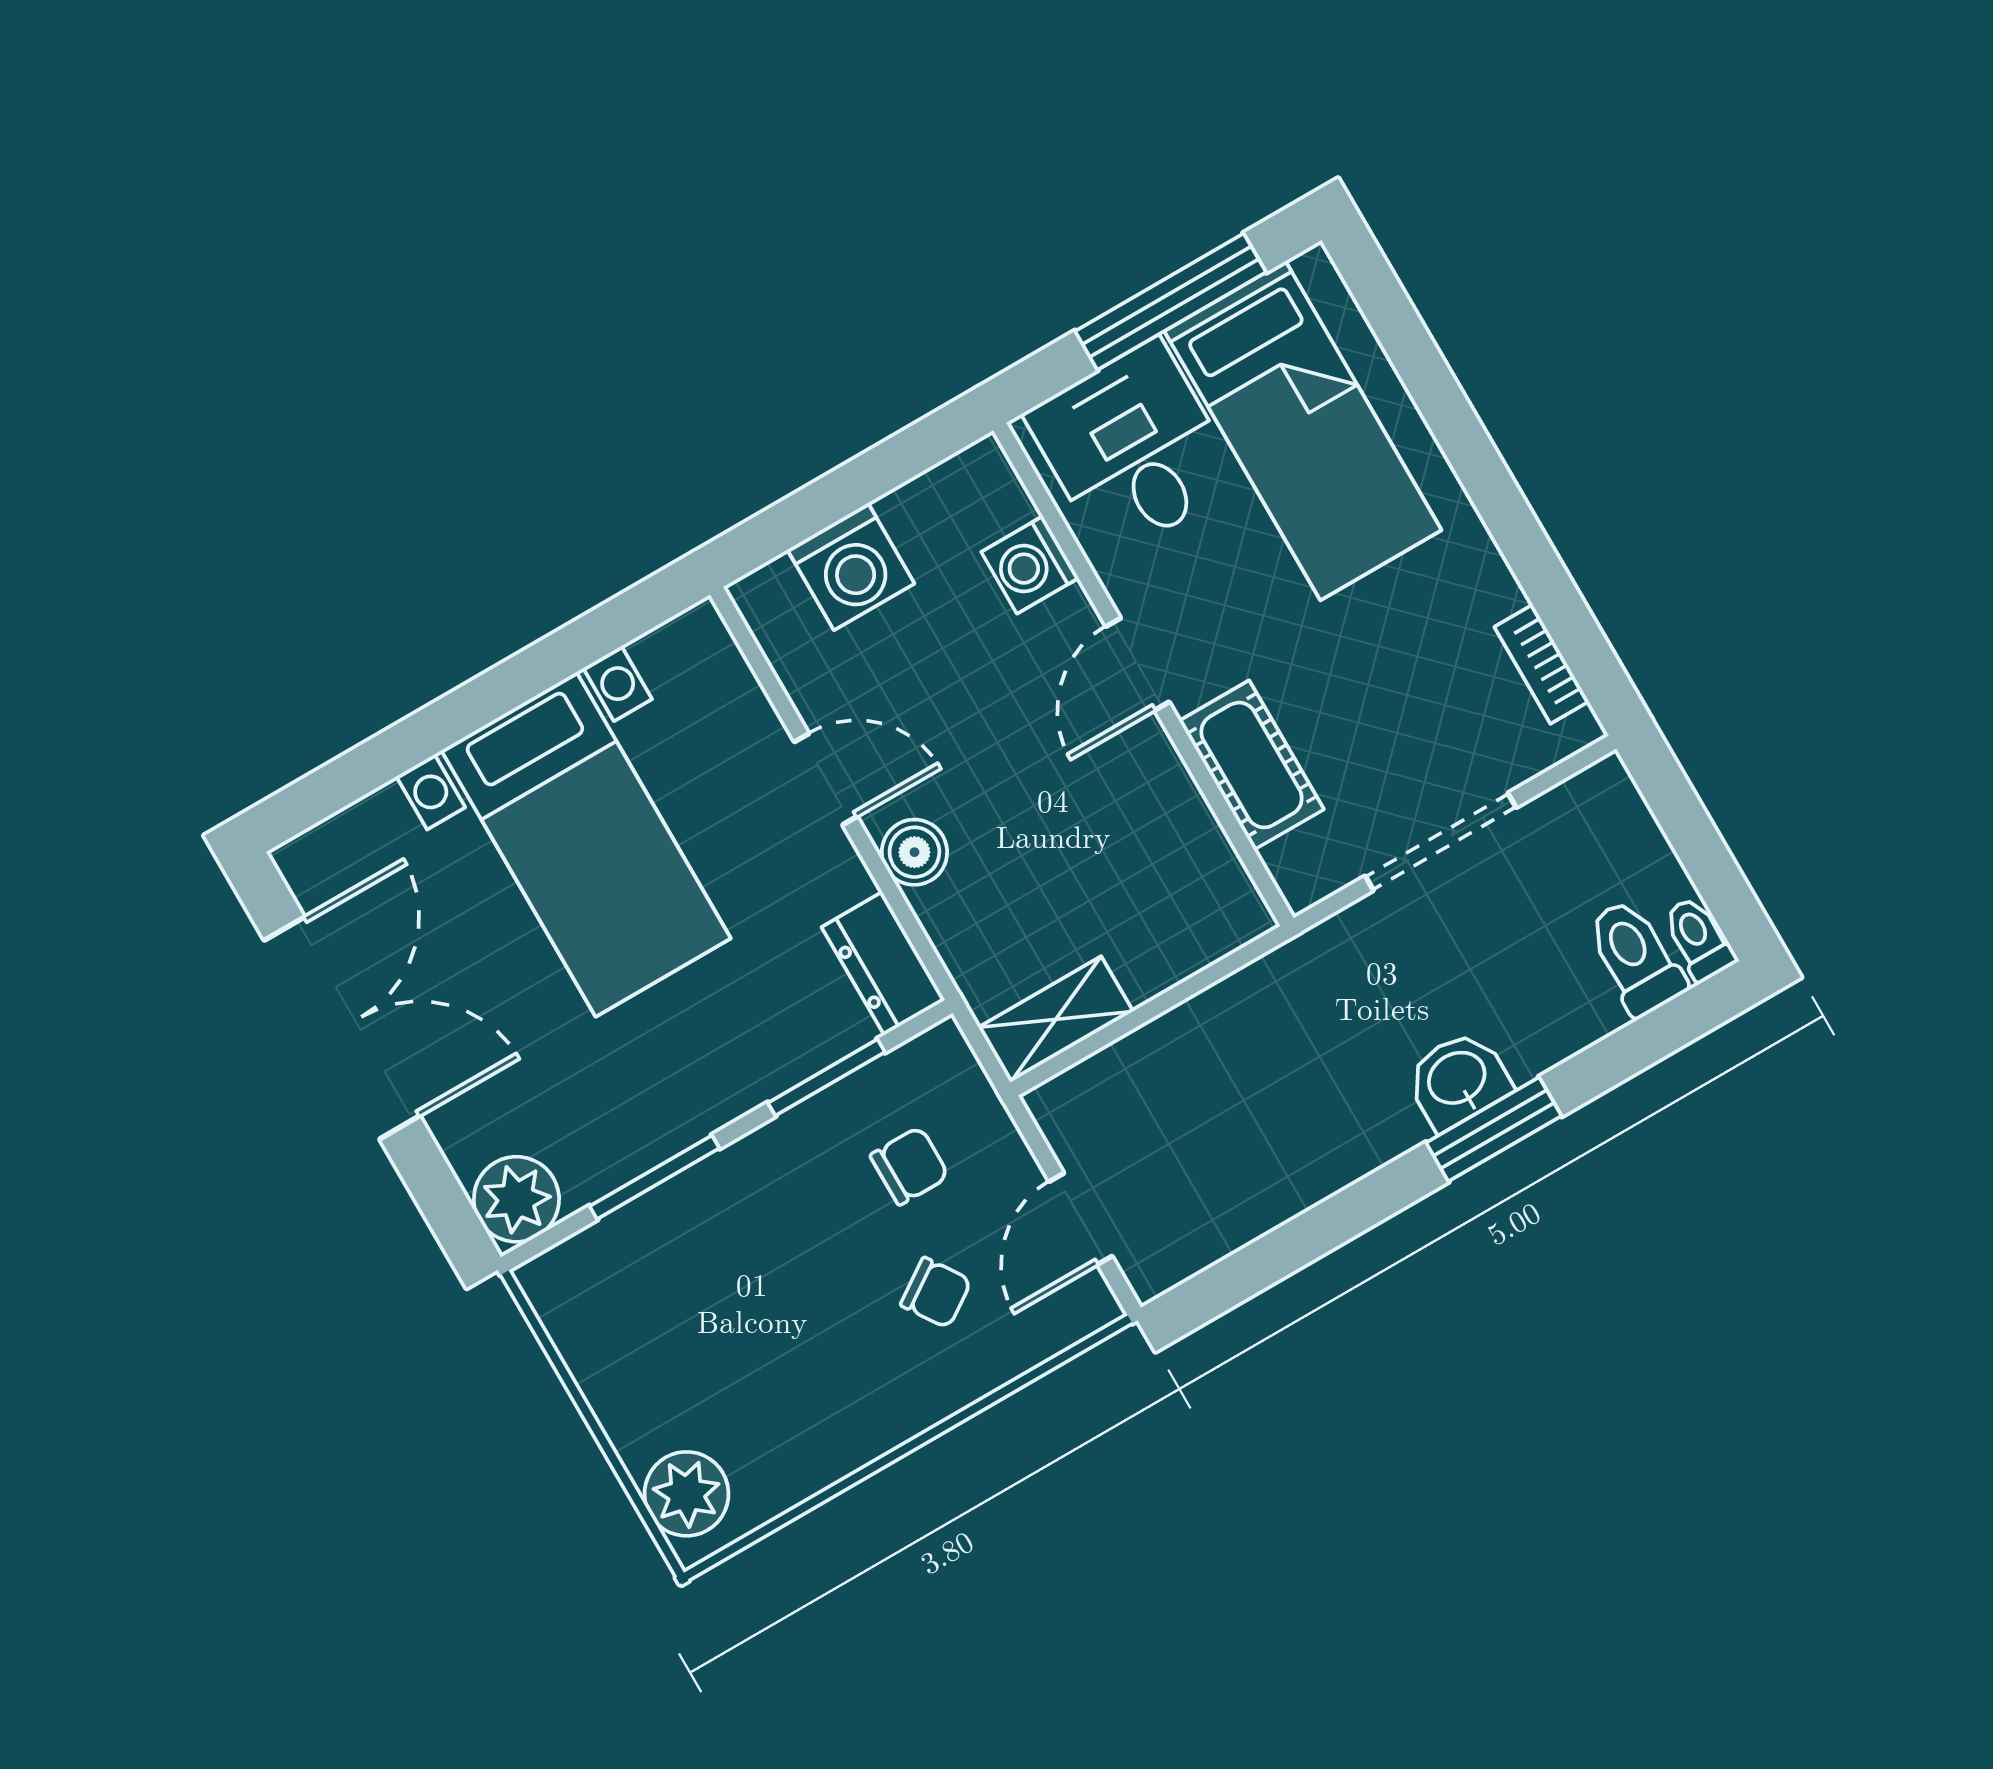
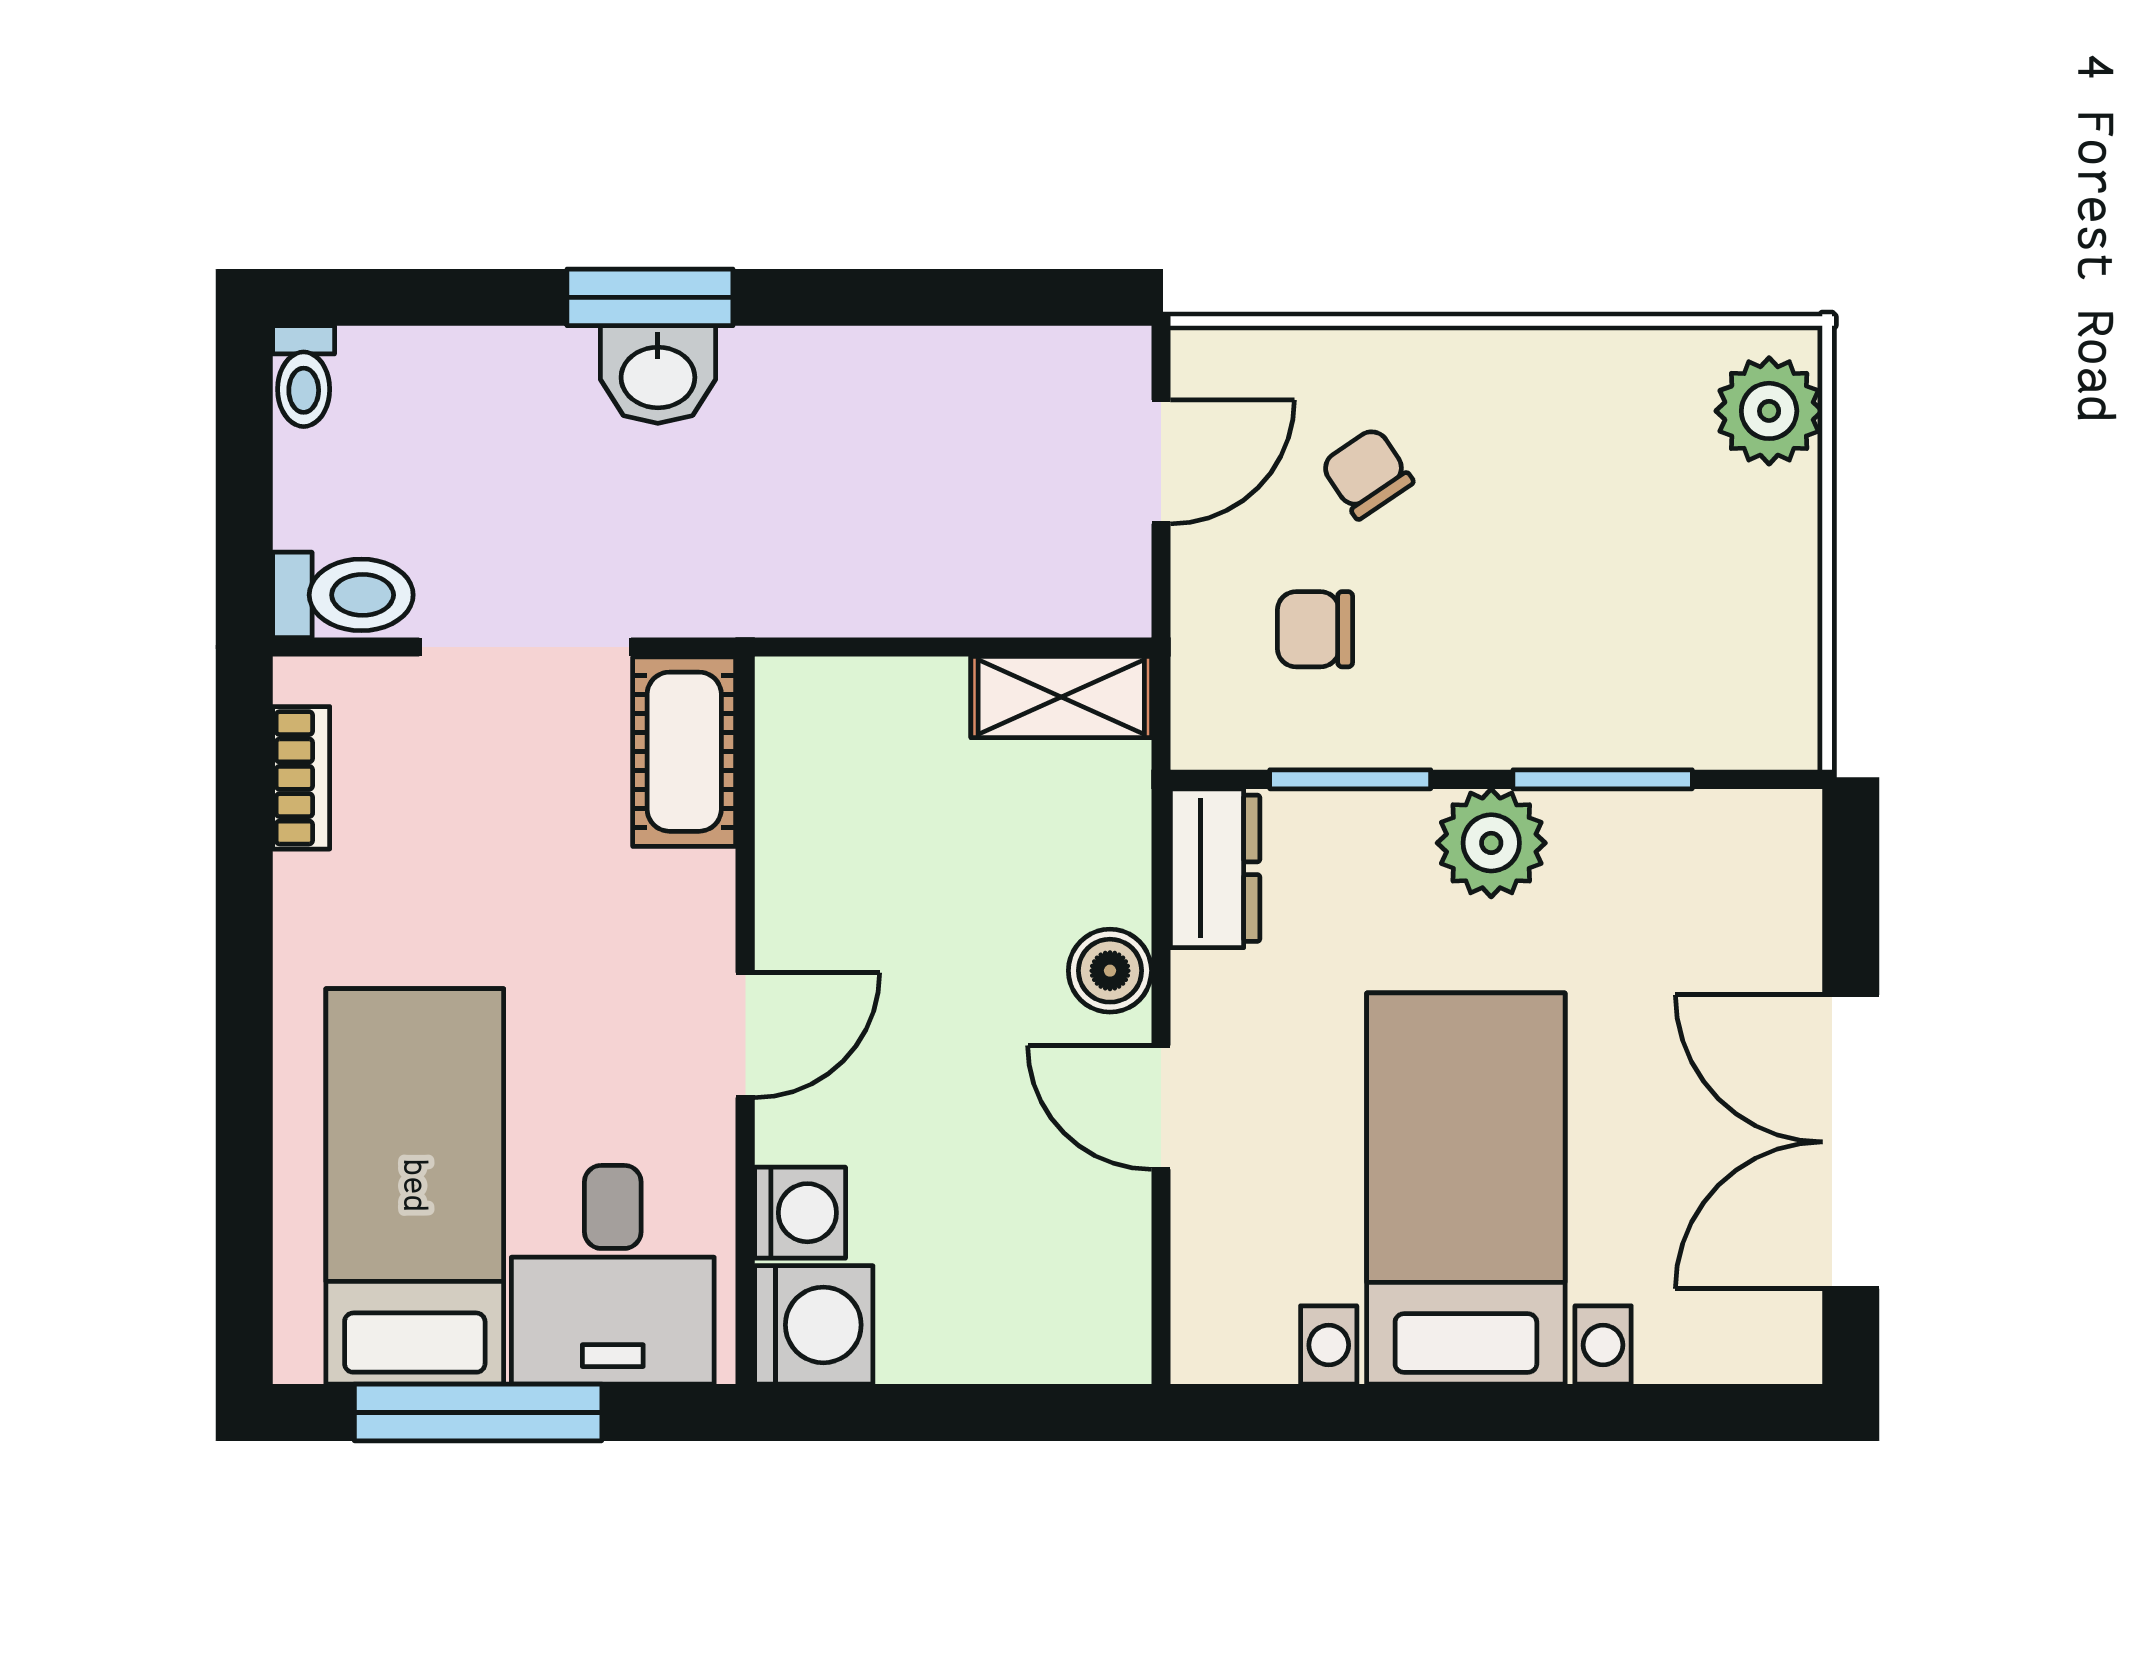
washing machine: (851, 567) -> (814, 1325), moved, turned 90
cot: (1252, 765) -> (684, 752), moved
toilet: (1635, 957) -> (343, 595), moved, turned -90
plant: (516, 1199) -> (1491, 843), moved

